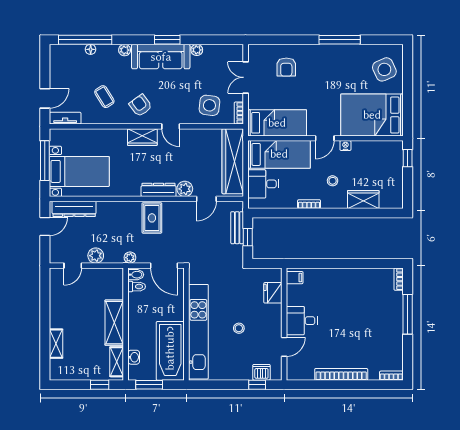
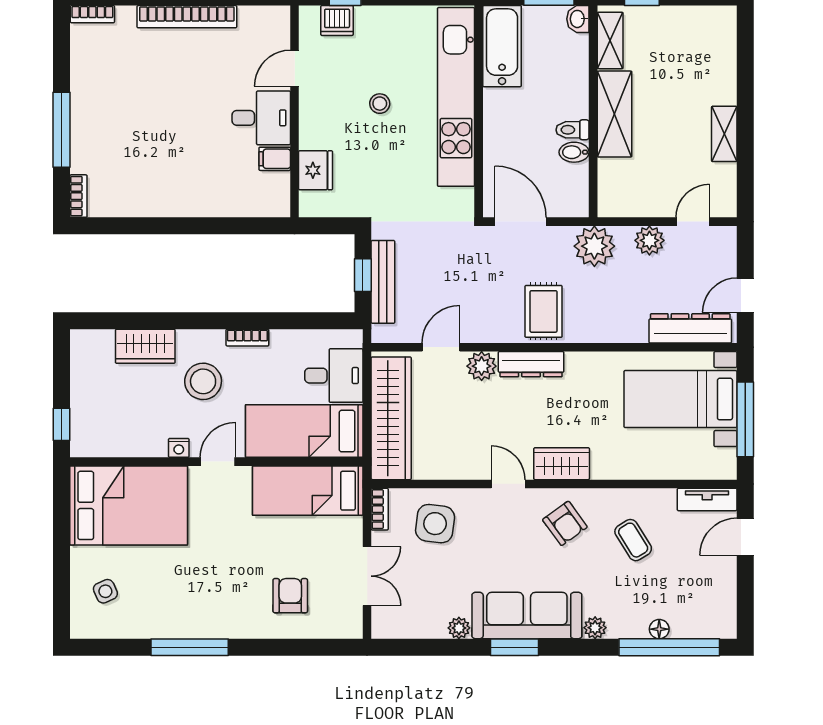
side table: (384, 69) -> (105, 591), width x0.54, depth x0.54
stool: (333, 181) -> (203, 381), width x1.89, depth x1.89
bench: (237, 228) -> (383, 282), width x1.36
plant: (130, 258) -> (594, 246), width x1.88, depth x1.88
bidet: (136, 275) -> (574, 152), moved
filing cabinet: (295, 278) -> (275, 159), moved
toilet: (137, 287) -> (572, 130), moved
shelving: (56, 344) -> (724, 134), moved
bathtub: (170, 351) -> (502, 46), width x0.73, depth x0.73
washbasin: (134, 357) -> (578, 19), moved

